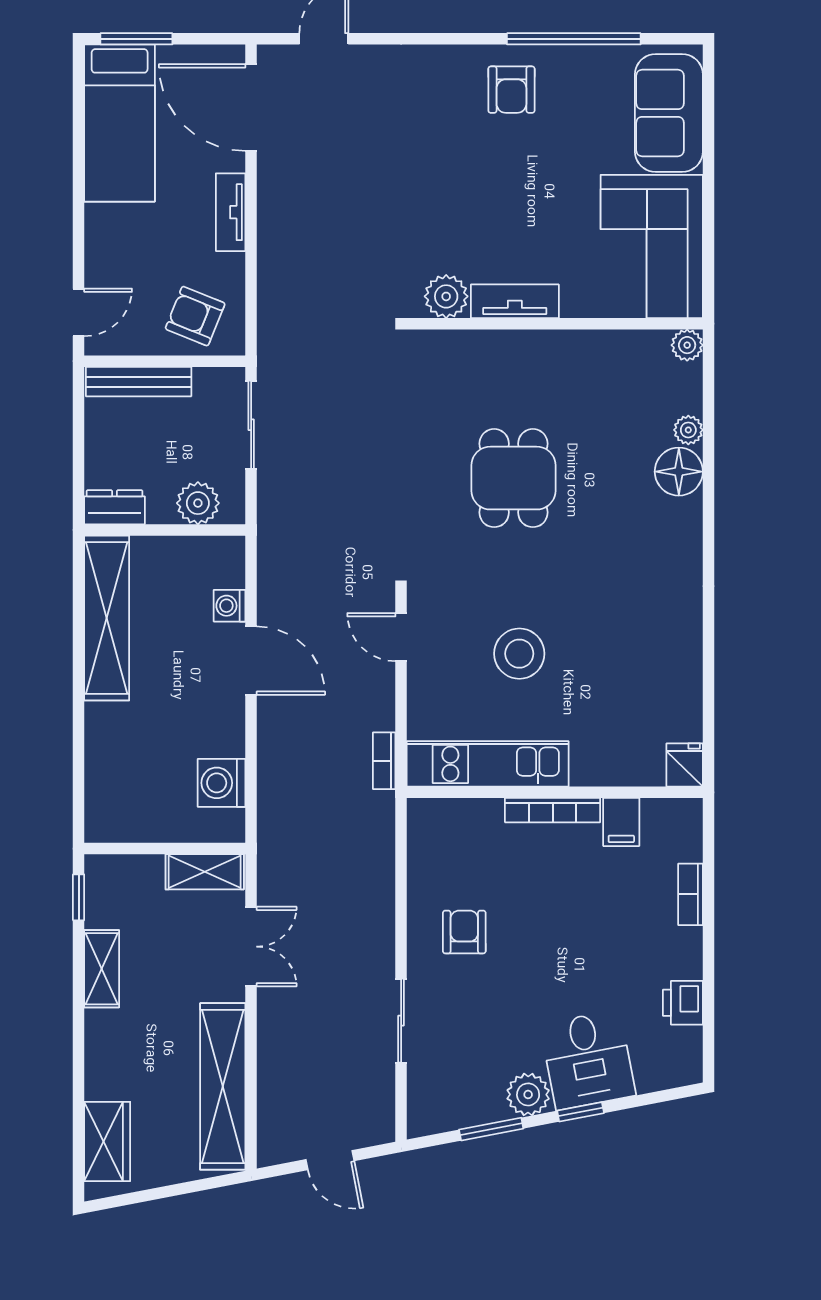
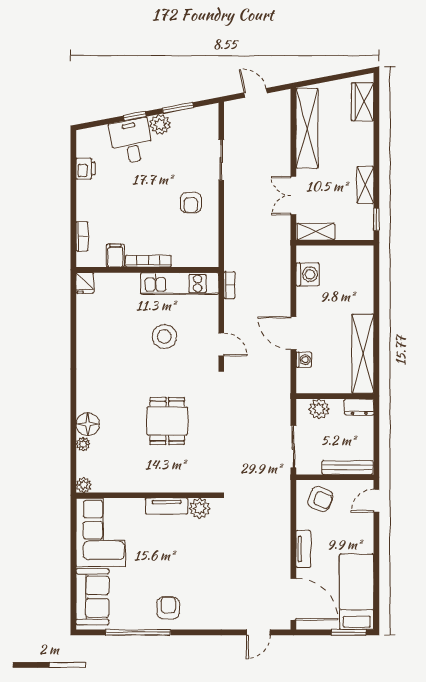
bookcase: (691, 894) -> (82, 236), moved

